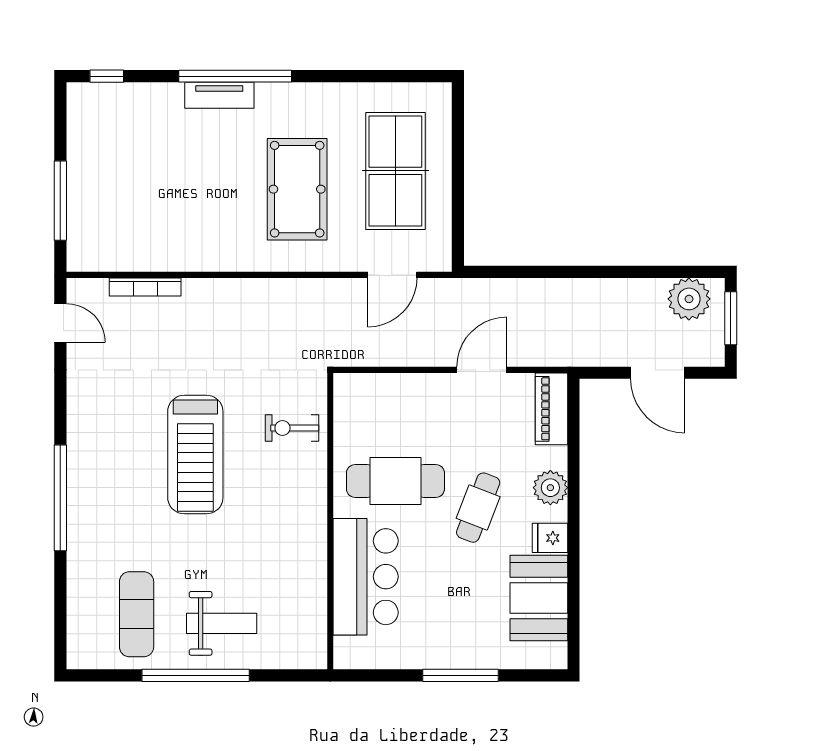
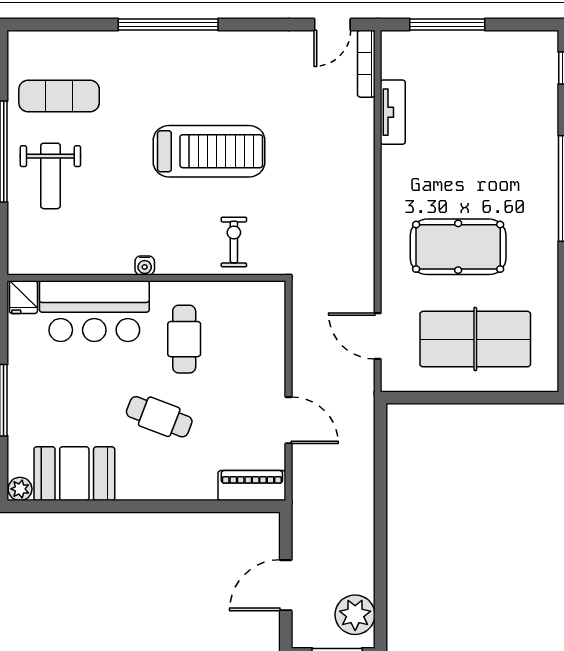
tv unit: (219, 95) -> (393, 112), moved, turned 180
bookcase: (145, 287) -> (366, 64), moved
treadmill: (195, 455) -> (209, 151), turned 180
cafe table: (395, 481) -> (184, 339), width x0.73, depth x0.74
plant: (550, 488) -> (20, 489), moved, width x0.73, depth x0.73
water cooler: (317, 523) -> (145, 265), added
fridge: (550, 538) -> (23, 297), moved, turned 180

